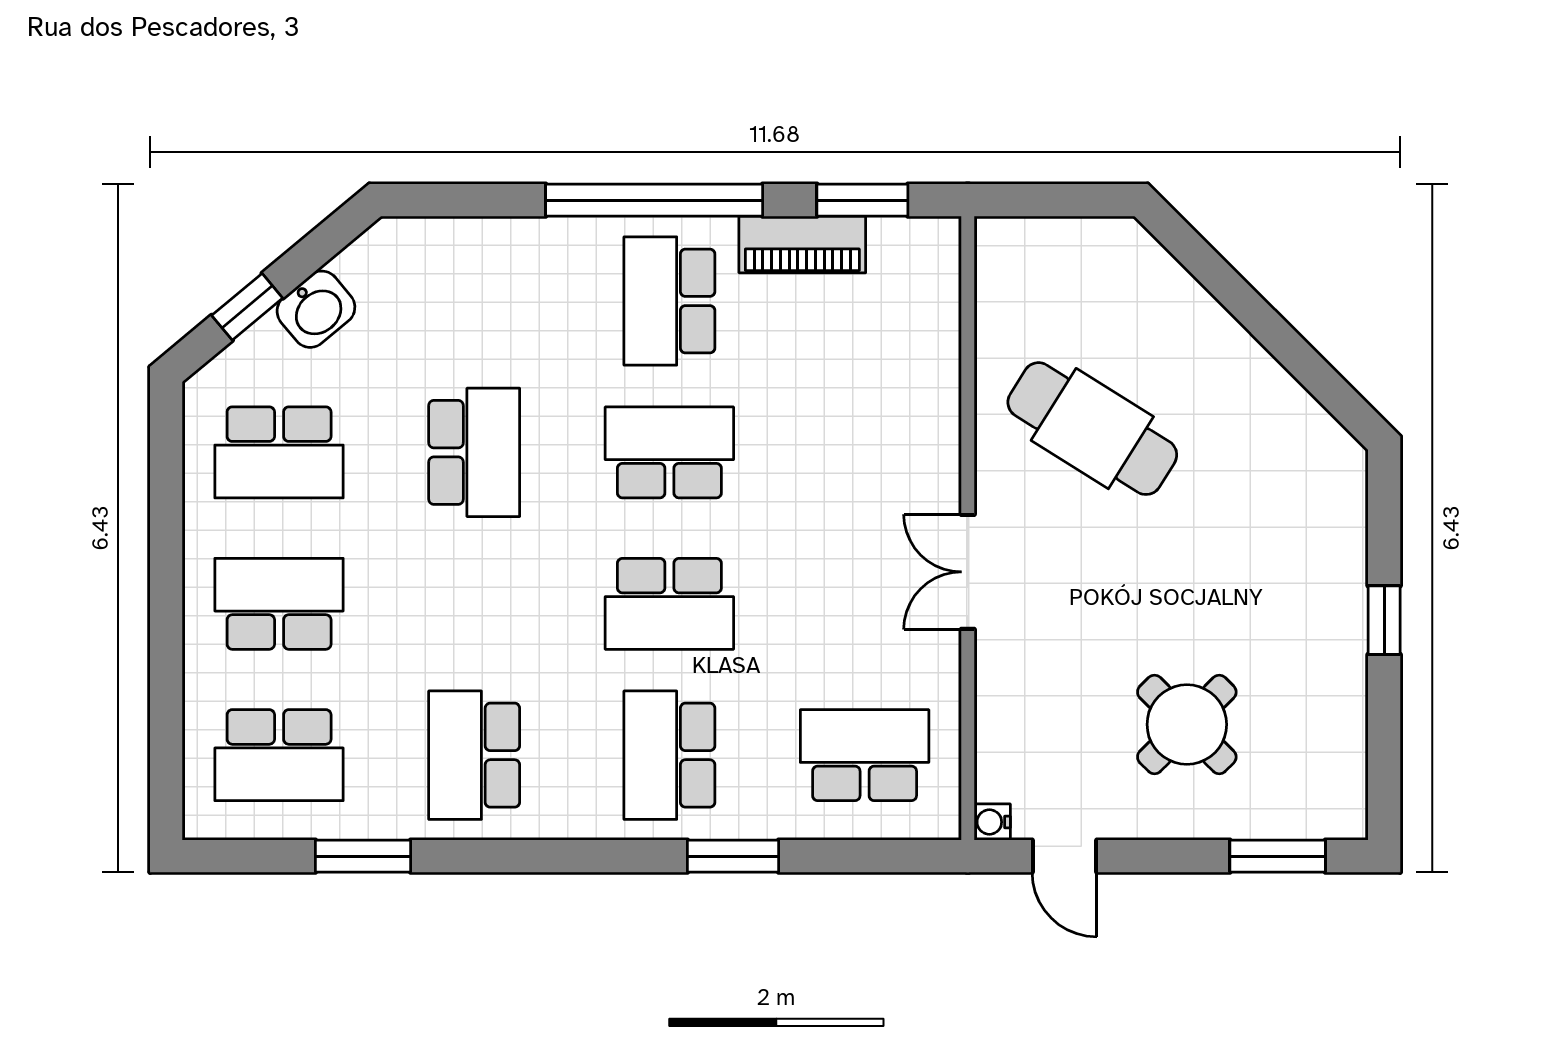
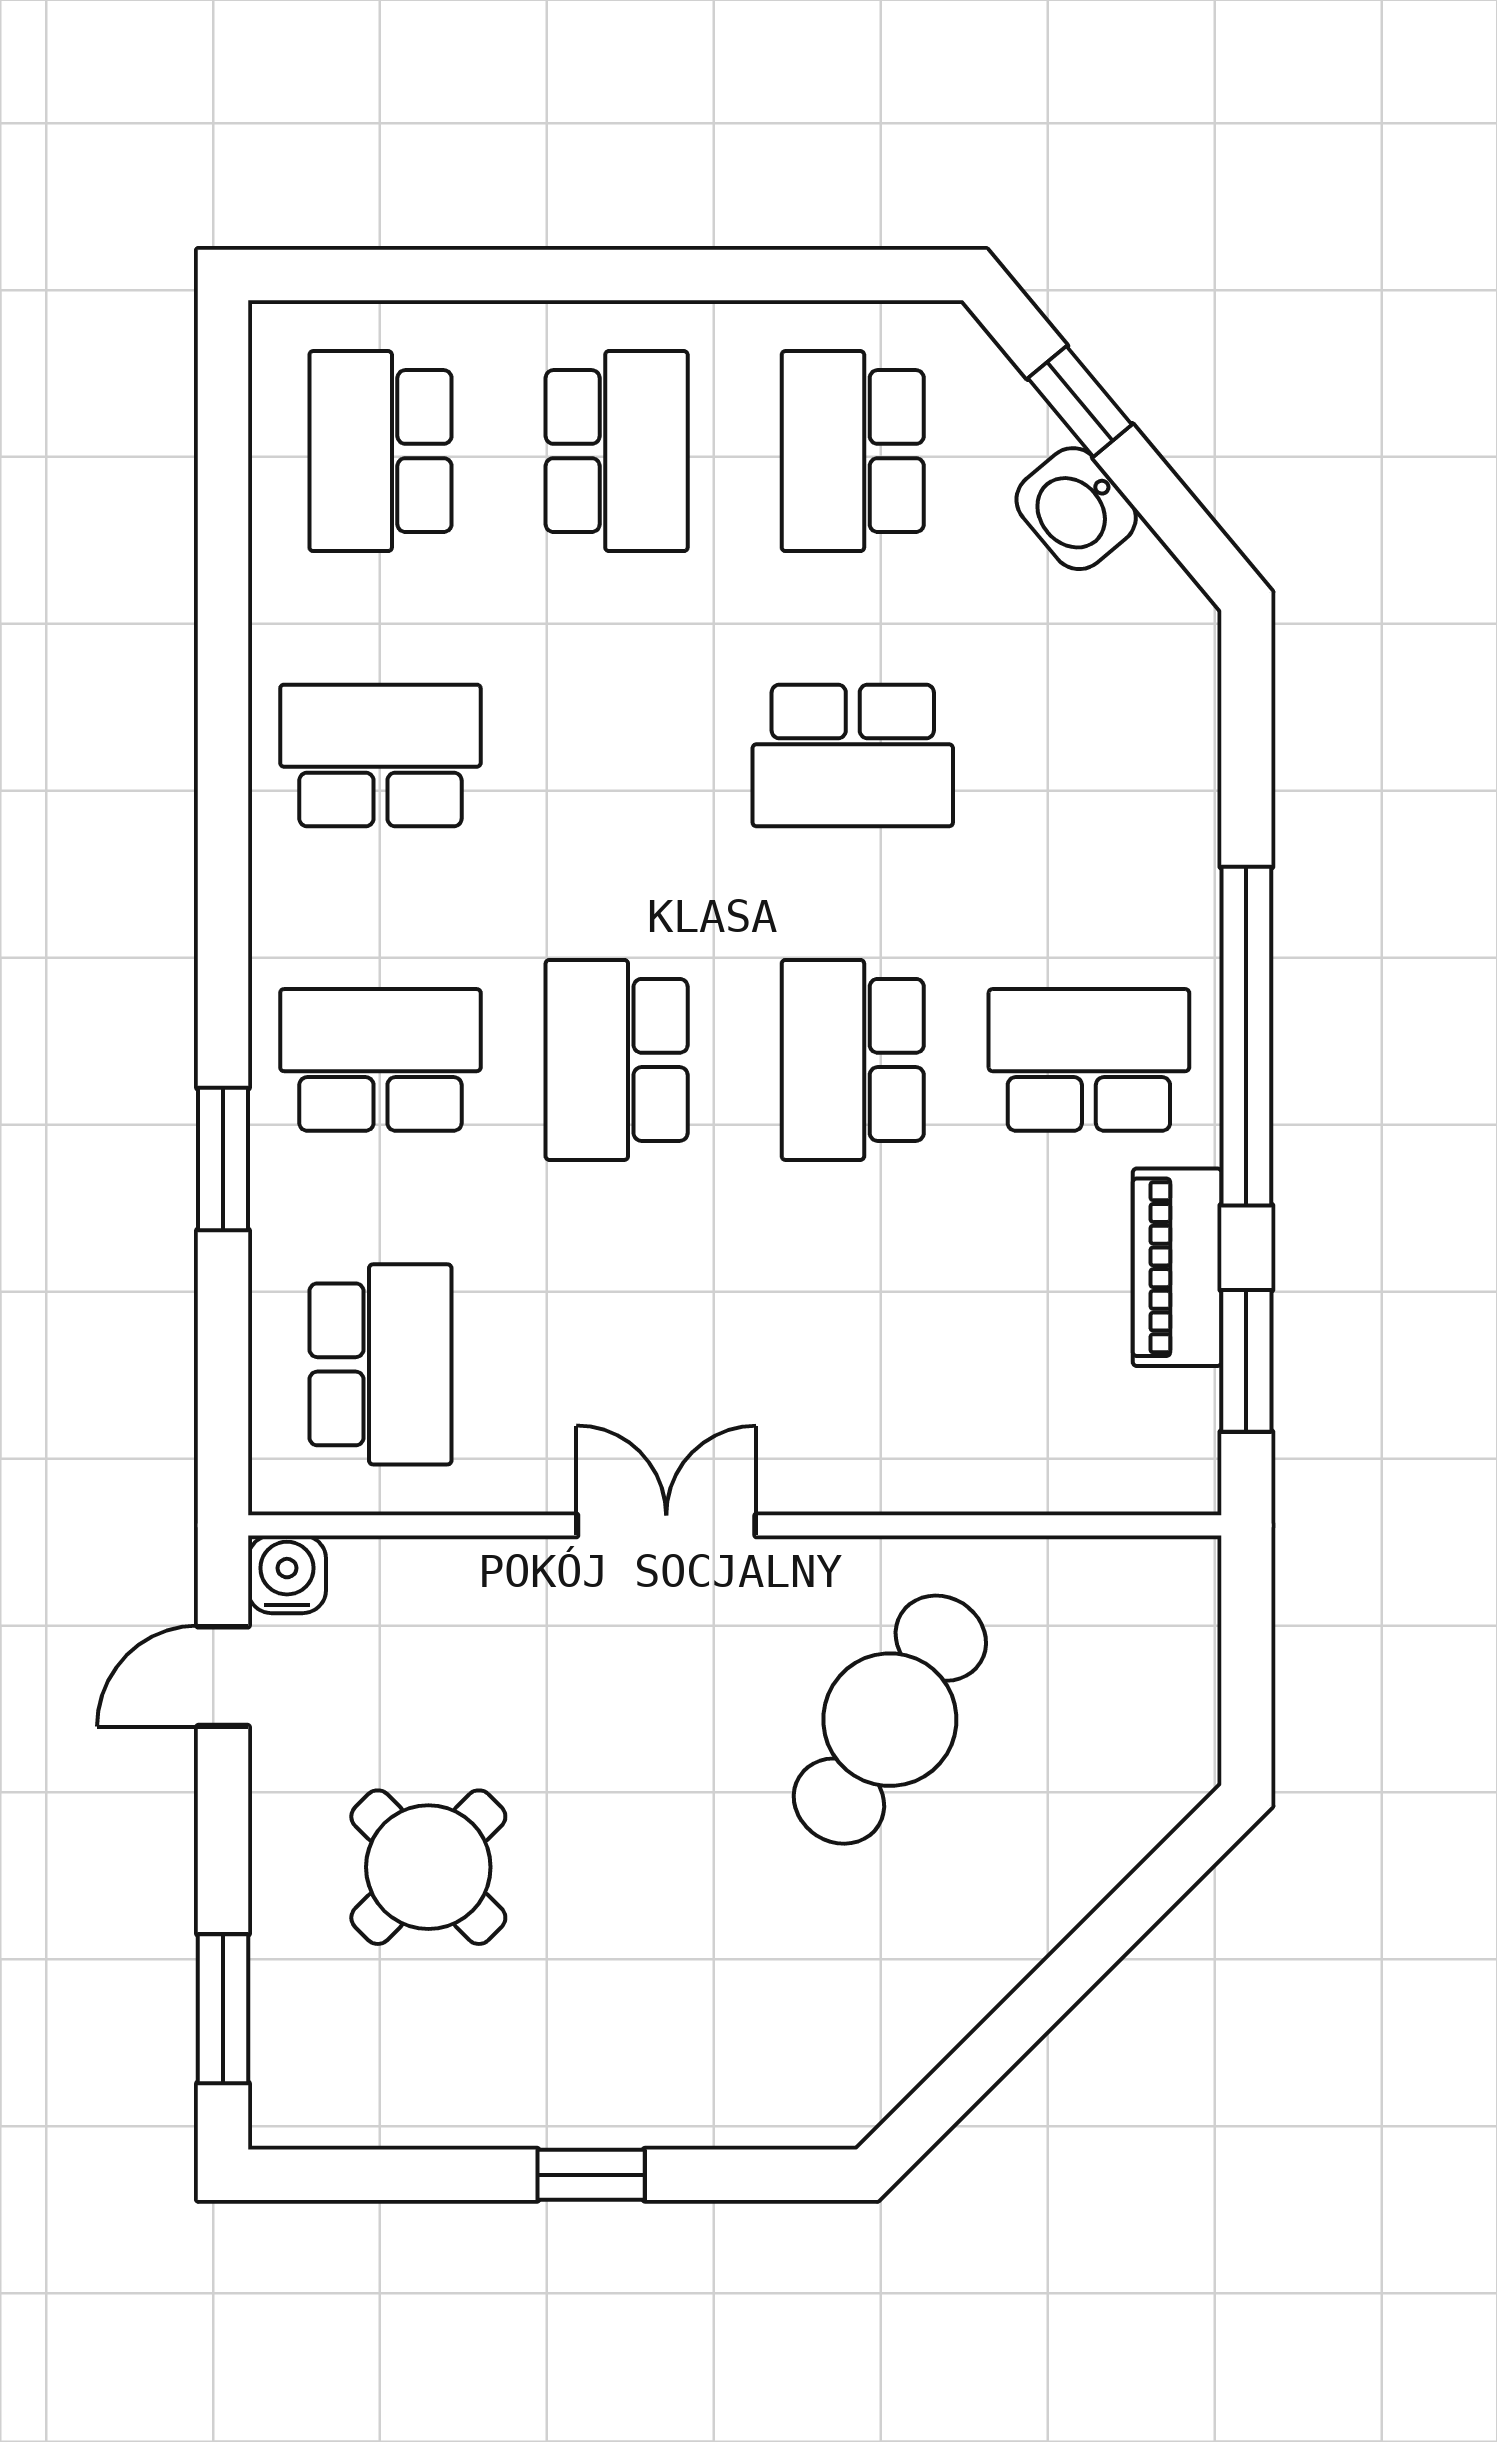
school desk: (669, 452) -> (853, 1060), turned 180
water cooler: (992, 822) -> (287, 1574), width x1.38, depth x1.38
window: (363, 856) -> (223, 582), removed

